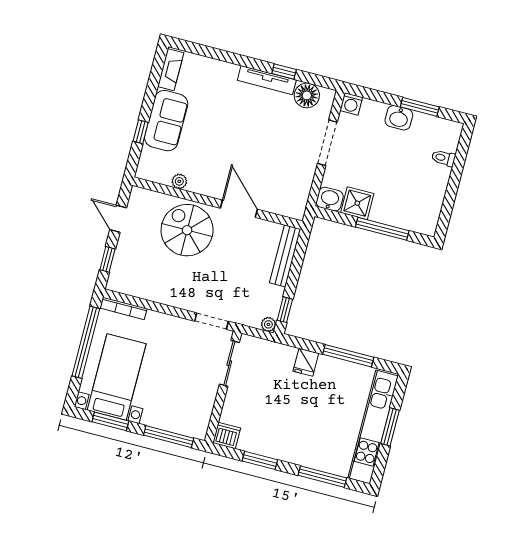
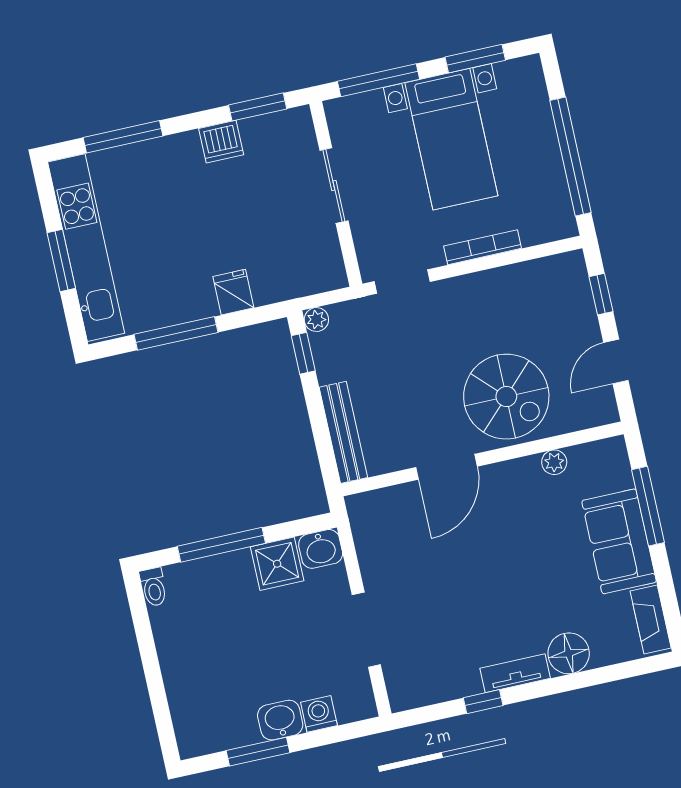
tv unit: (267, 80) -> (515, 673), width x0.71
floor lamp: (307, 95) -> (569, 653), moved
washing machine: (351, 104) -> (319, 714), moved
window: (141, 132) -> (648, 506), width x2.17
toilet: (443, 158) -> (154, 587), moved, turned 90
door: (239, 209) -> (447, 467), hinge flipped
door: (118, 219) -> (616, 361), swing flipped
bookcase: (123, 308) -> (483, 247), moved
sliding door: (229, 363) -> (334, 186), moved
bed with nightstands: (117, 377) -> (451, 139), moved
dishwasher: (227, 435) -> (221, 142), moved
window: (260, 460) -> (258, 107), moved

